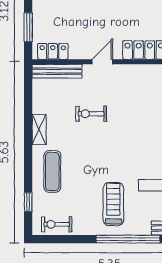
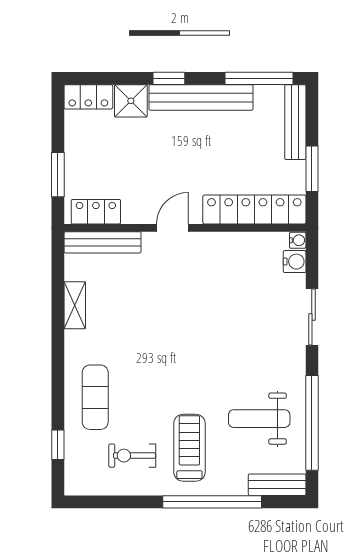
exercise bike: (91, 114) -> (155, 308), removed
shelving: (39, 129) -> (75, 305), moved
exercise bike: (57, 224) -> (132, 456), moved

